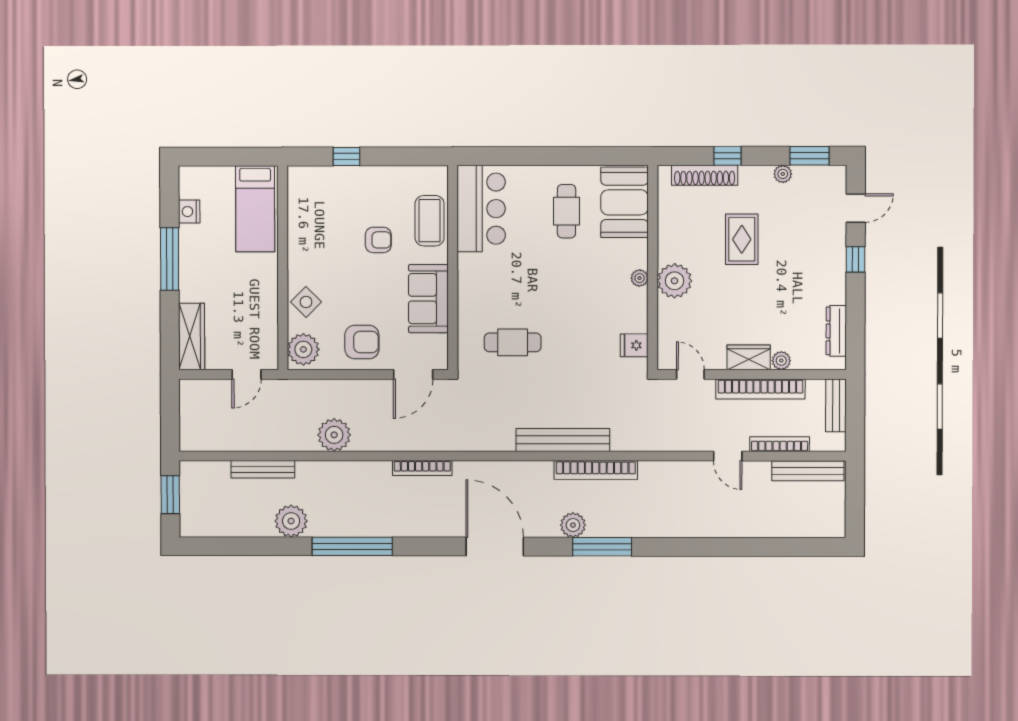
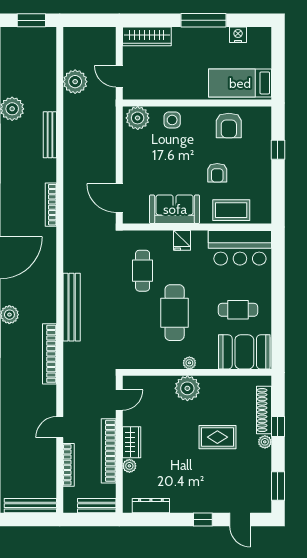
plant: (783, 174) -> (265, 442), moved
cafe table: (570, 298) -> (175, 313), added
side table: (306, 302) -> (172, 120), turned 45
armchair: (362, 342) -> (229, 125), moved
fridge: (634, 345) -> (182, 240), moved, turned 180
plant: (334, 435) -> (75, 82), moved
bench: (263, 469) -> (50, 135), moved
bookcase: (596, 470) -> (50, 354), moved
bench: (808, 471) -> (30, 506), moved, turned 90

